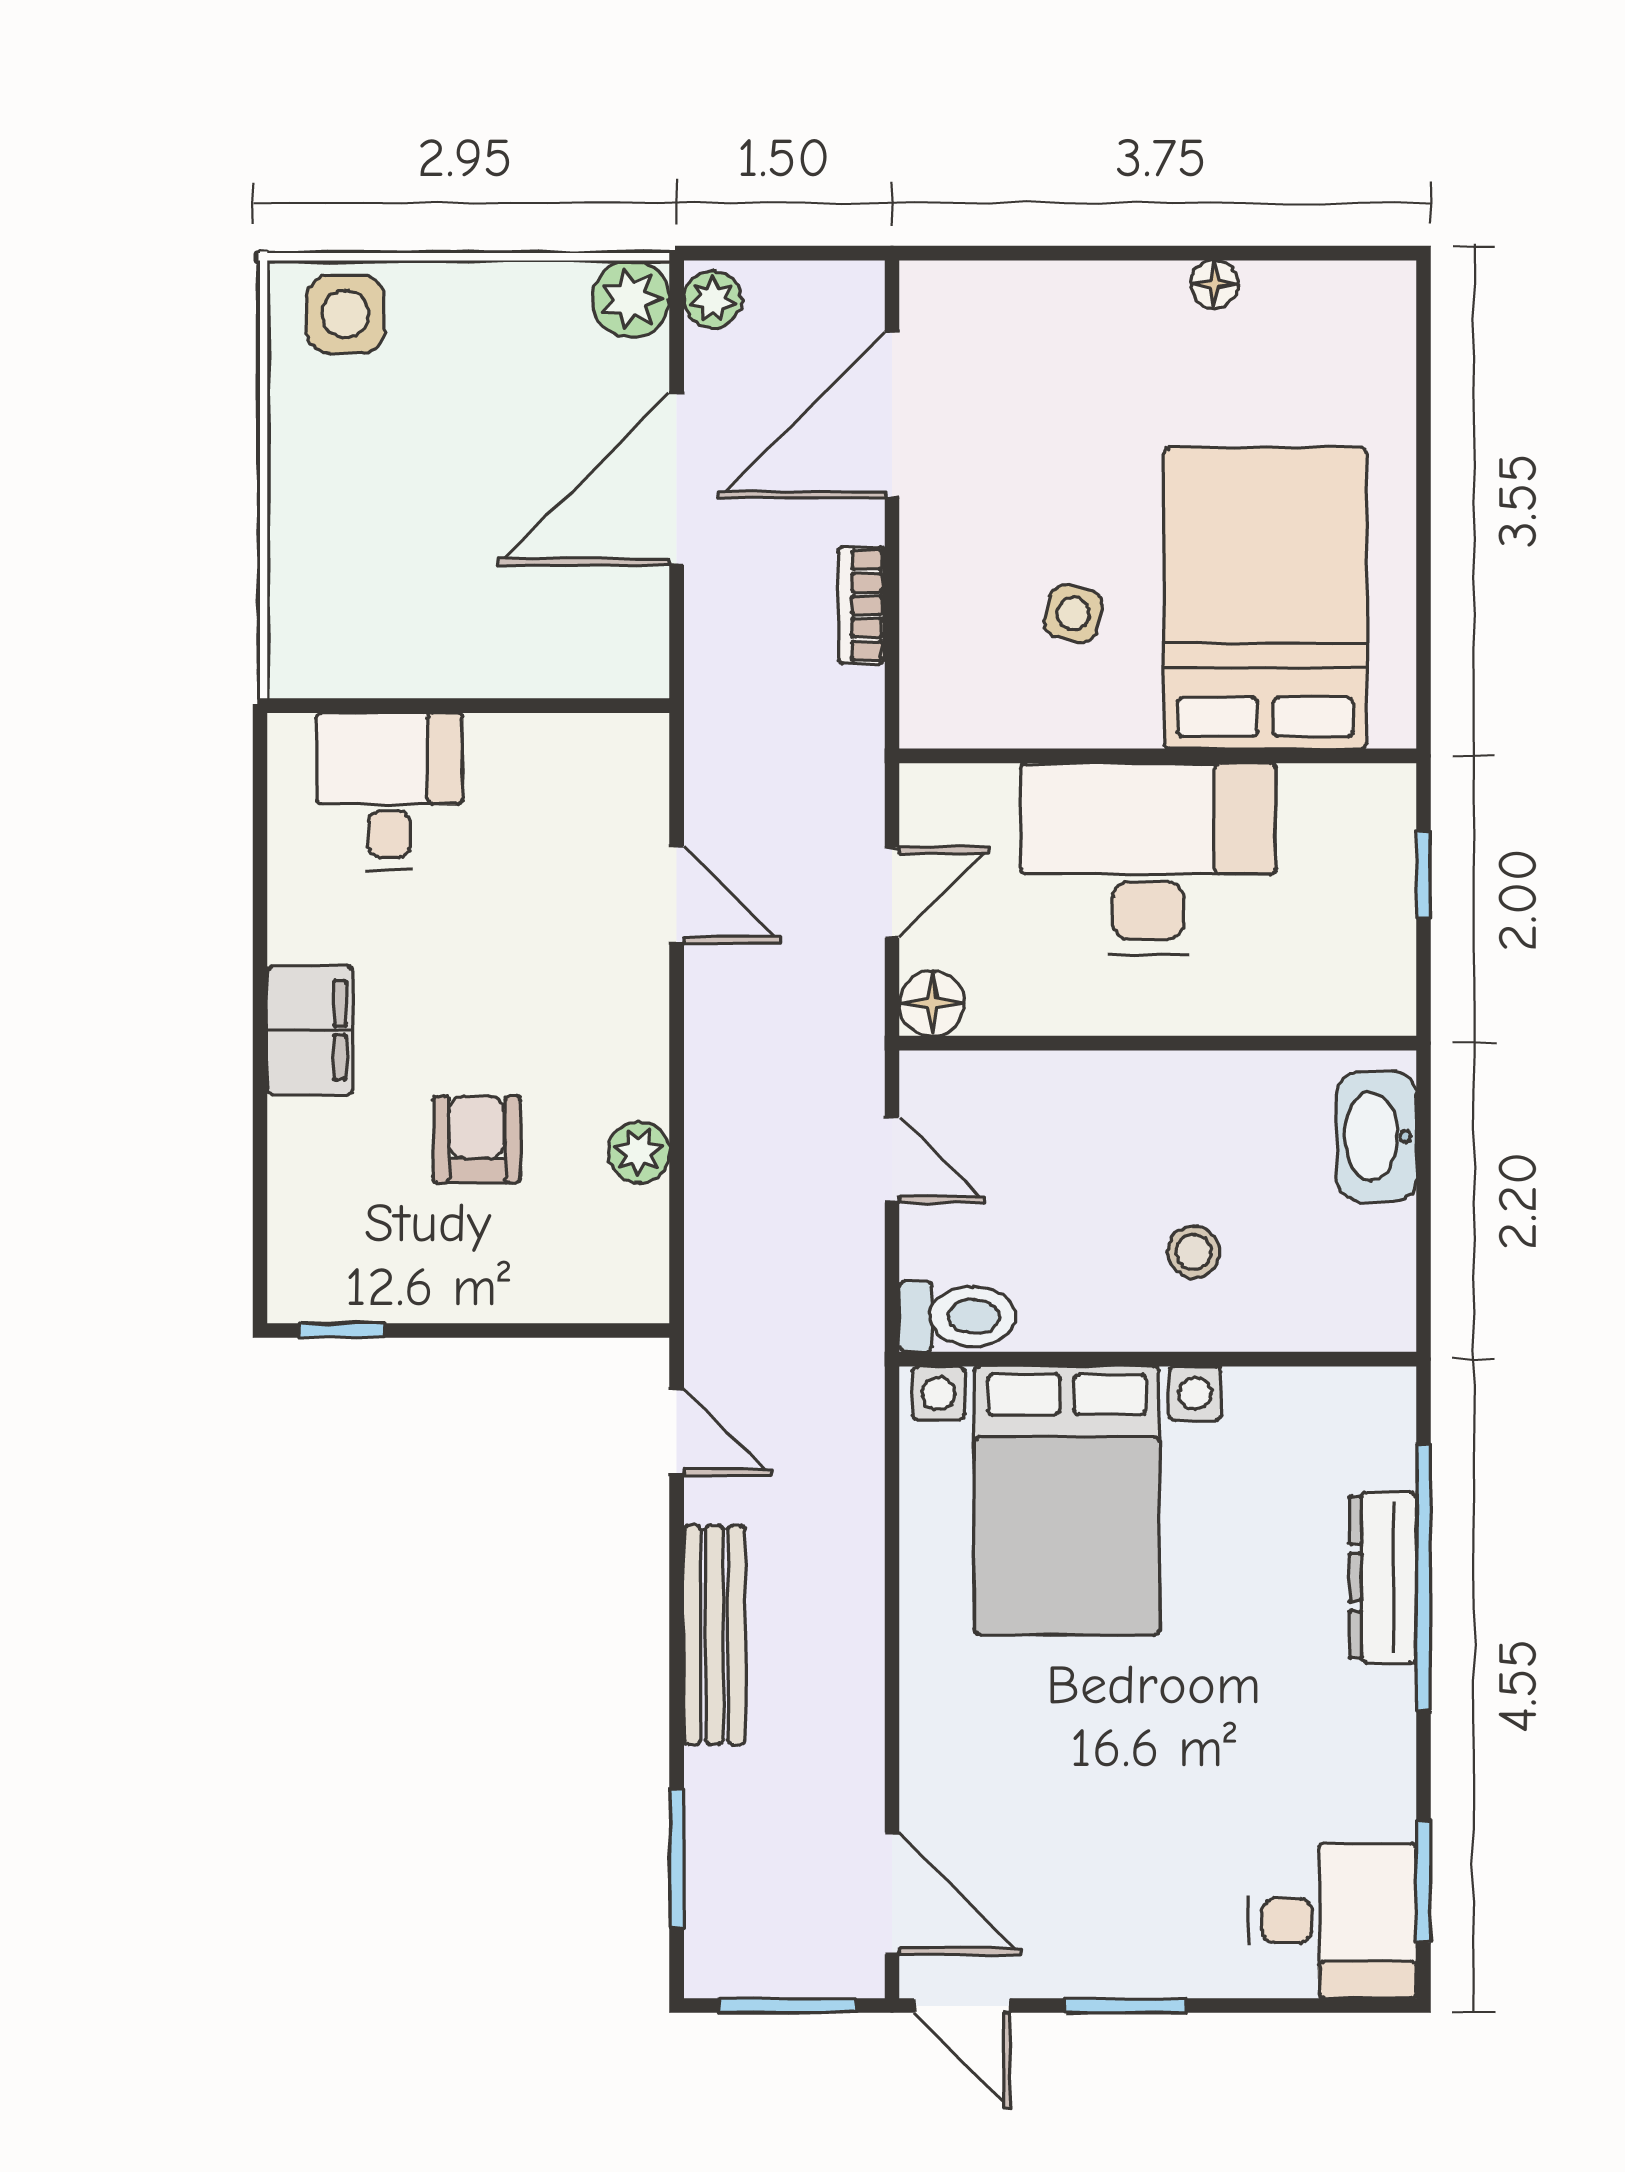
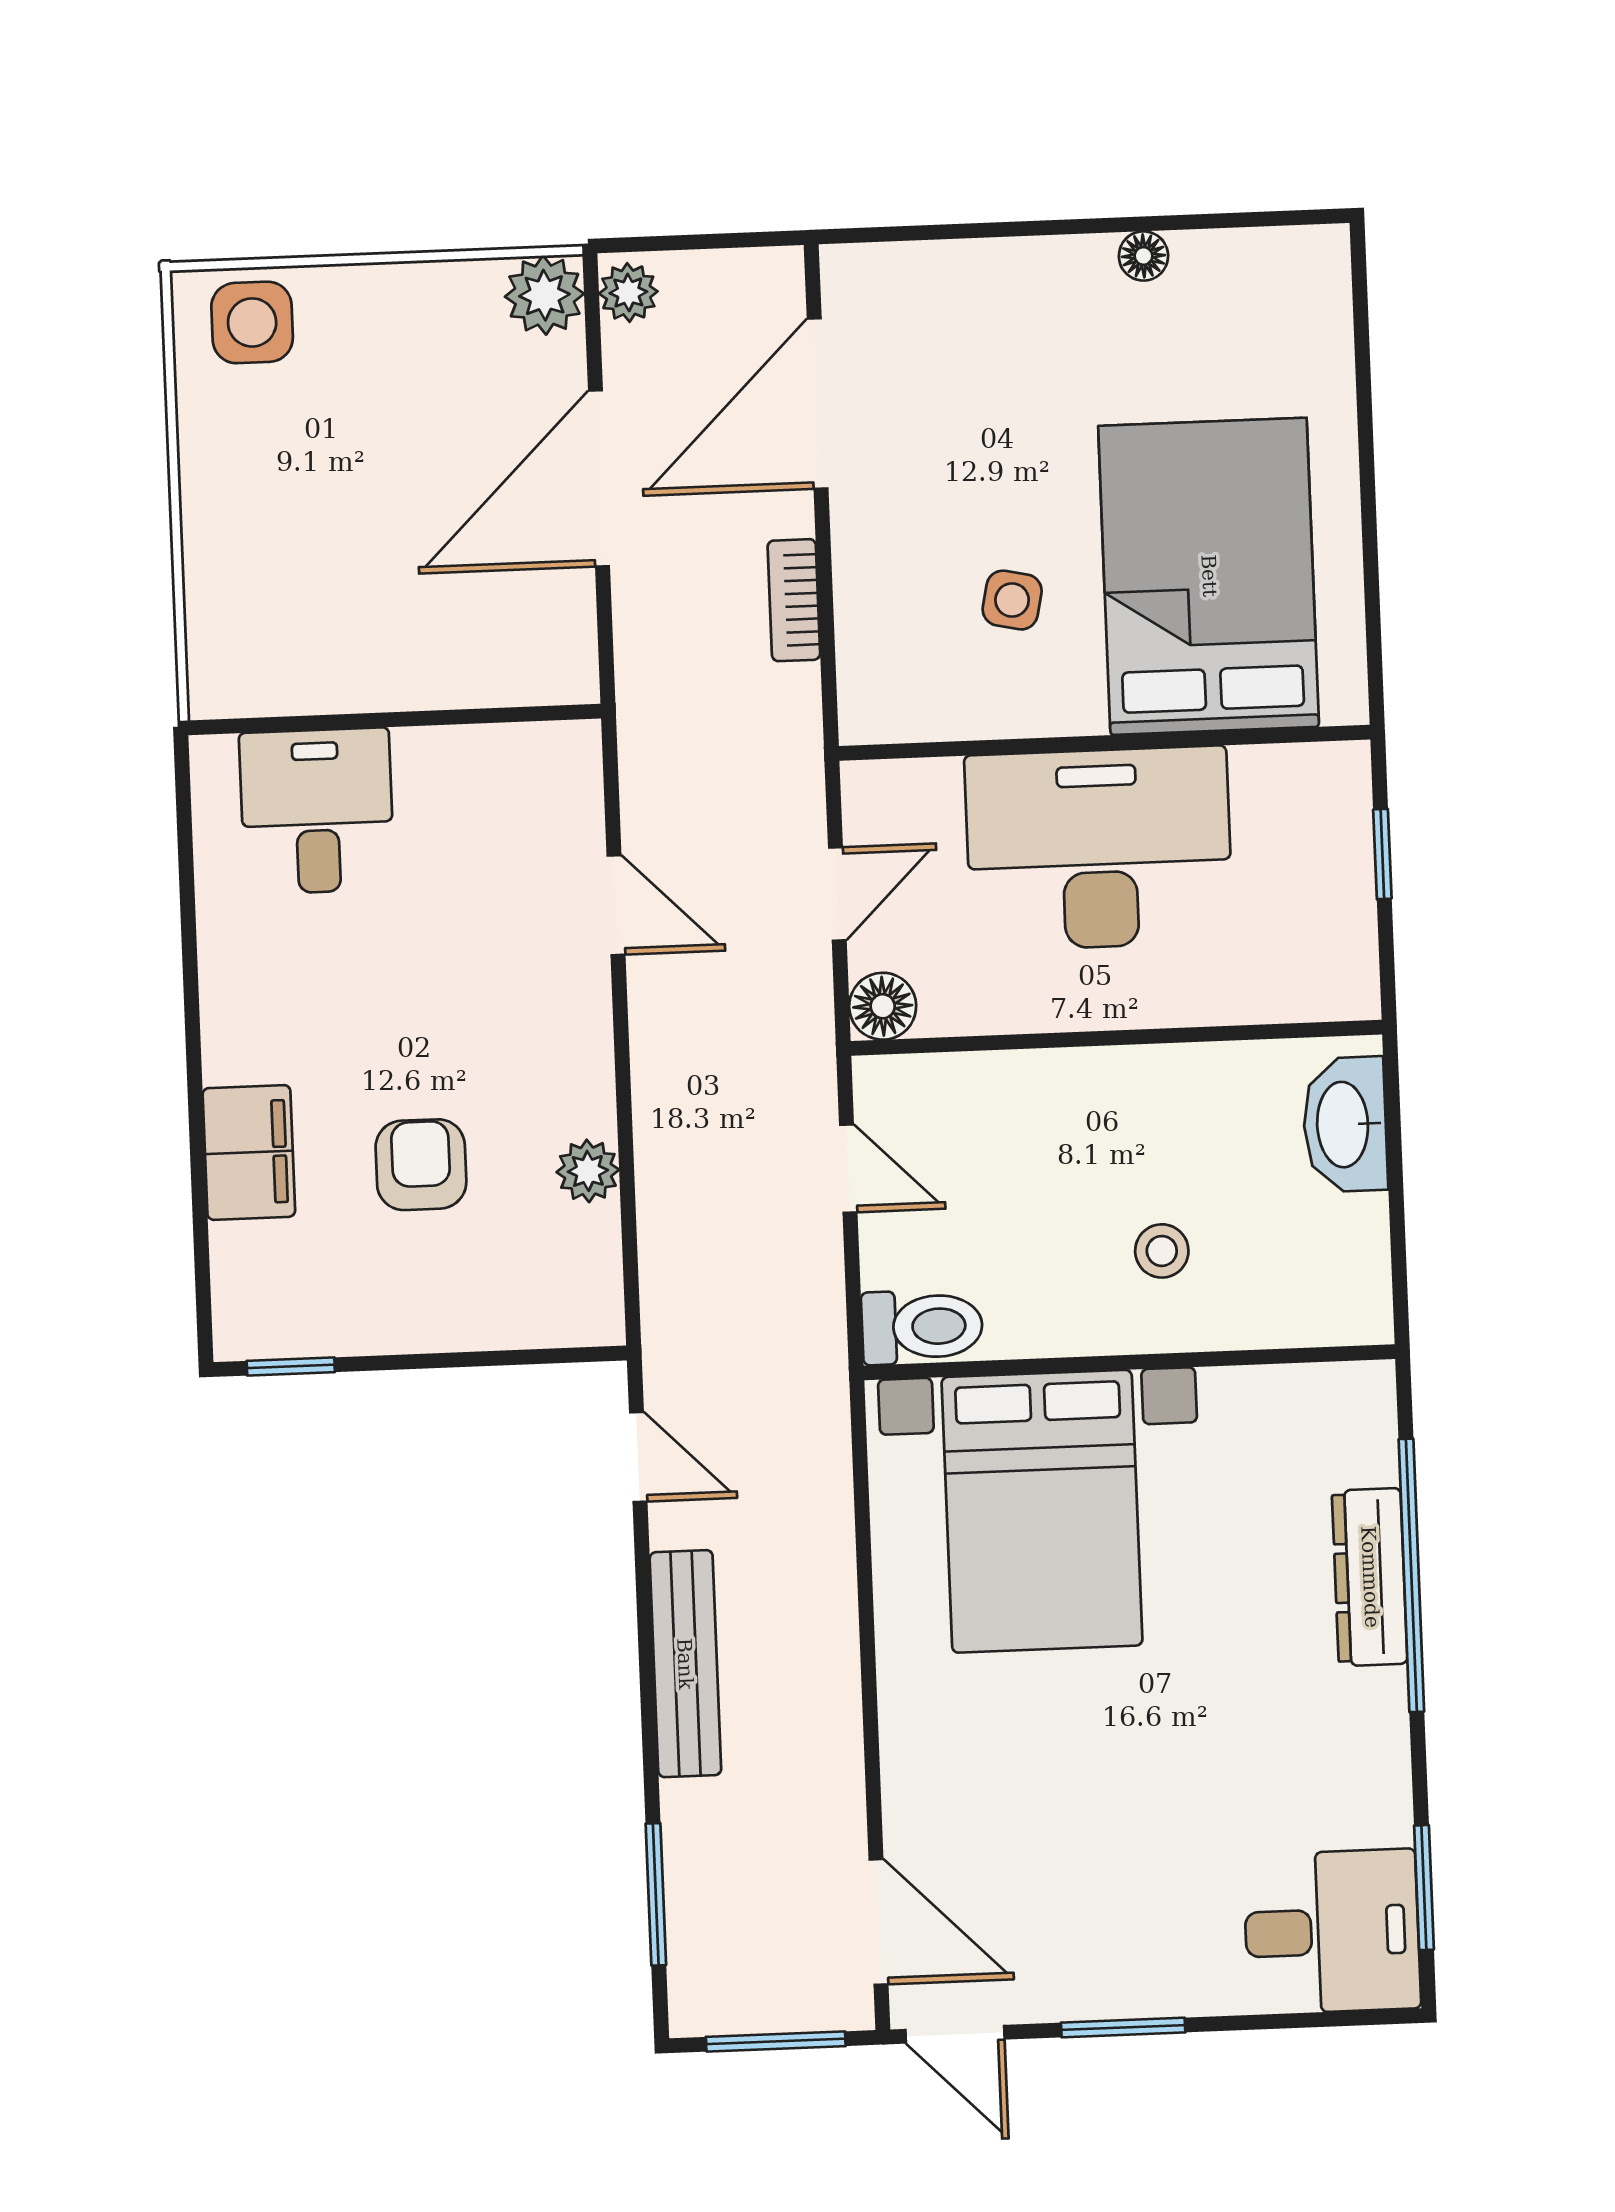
filing cabinet: (310, 1030) -> (249, 1152), moved

